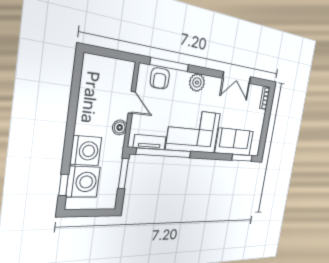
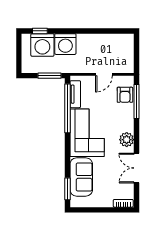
armchair: (160, 78) -> (125, 95), turned -90
plant: (197, 83) -> (127, 140), moved
boiler: (120, 127) -> (84, 68), removed

